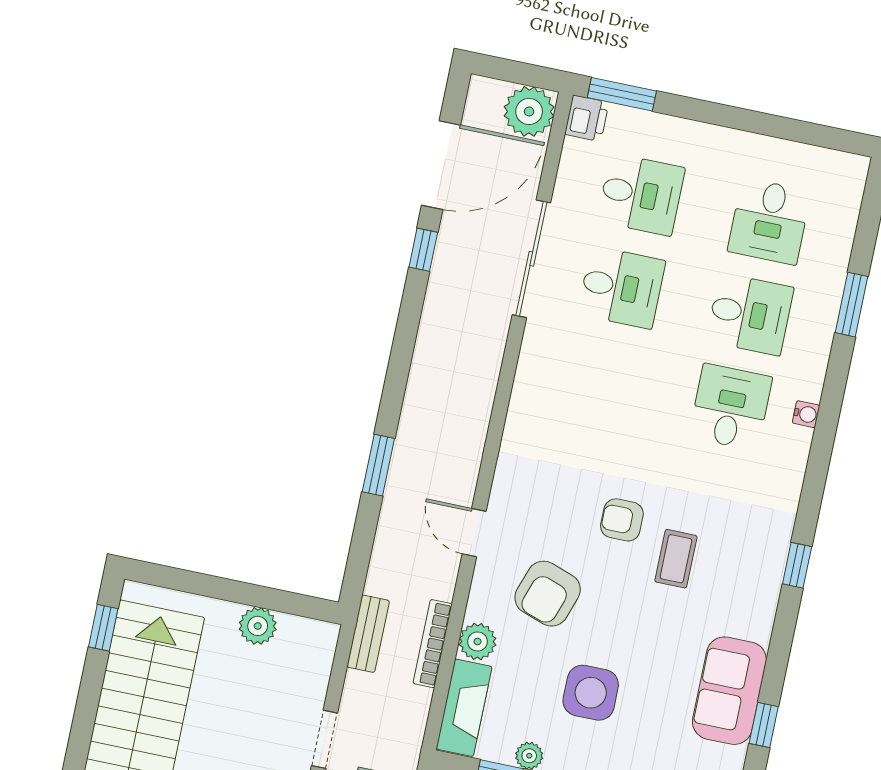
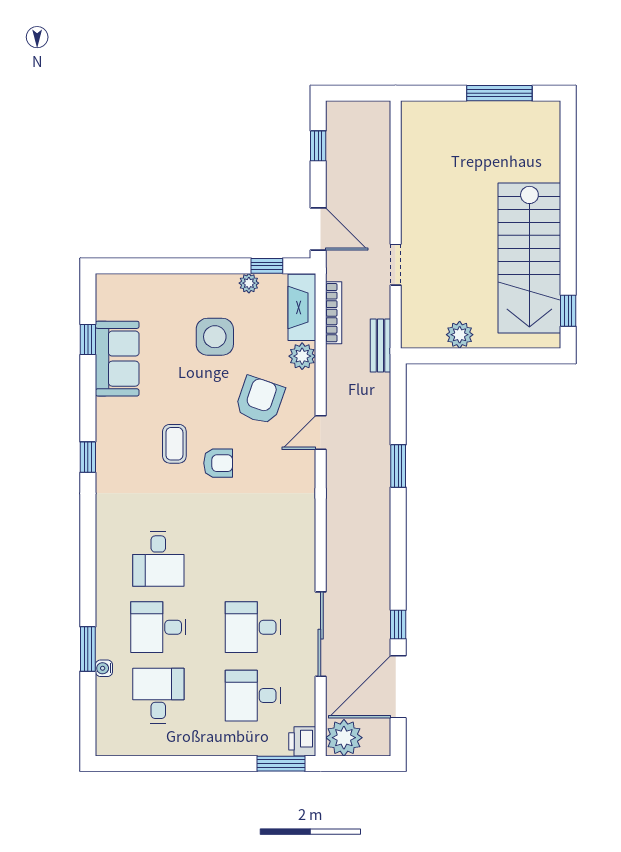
water cooler: (806, 414) -> (104, 668), moved
door: (474, 533) -> (321, 433), swing flipped
bookcase: (433, 644) -> (334, 313), moved

